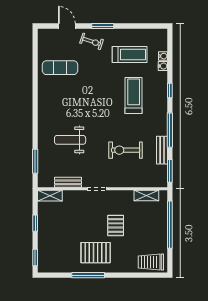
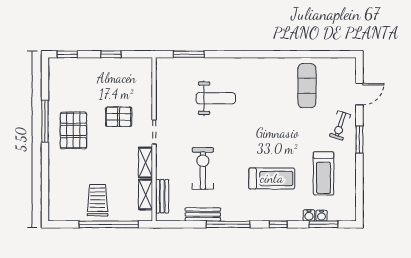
weight bench: (70, 140) -> (216, 98), turned 90
window: (170, 171) -> (323, 224), moved
bench: (68, 182) -> (162, 196), moved
shelving: (50, 196) -> (146, 163), moved
pallet: (116, 225) -> (119, 117), moved
trolley: (151, 262) -> (98, 200), moved

